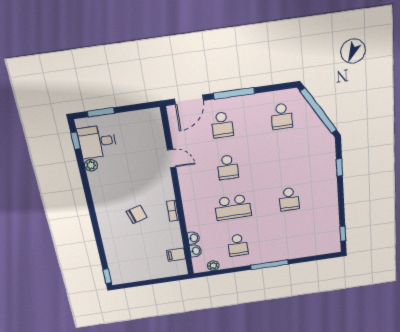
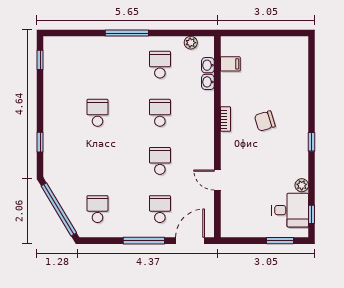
school desk: (233, 207) -> (160, 113), width x0.54
window: (107, 276) -> (312, 142), moved

